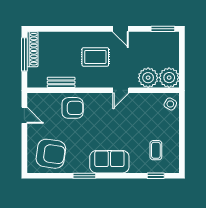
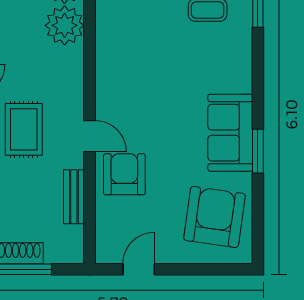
door: (121, 90) -> (89, 136), moved
sofa: (109, 162) -> (230, 133), moved

